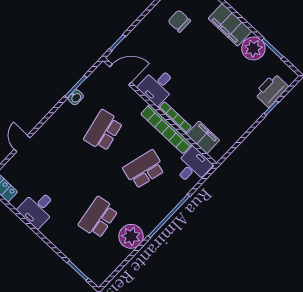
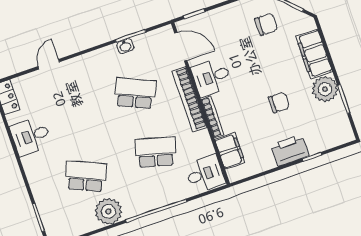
chair: (179, 21) -> (266, 24), turned 90
chair: (222, 78) -> (279, 102), added
printer: (271, 90) -> (290, 150), moved
bookcase: (166, 129) -> (189, 99), moved
school desk: (103, 131) -> (135, 93), turned 36
school desk: (98, 218) -> (86, 176), turned 33

